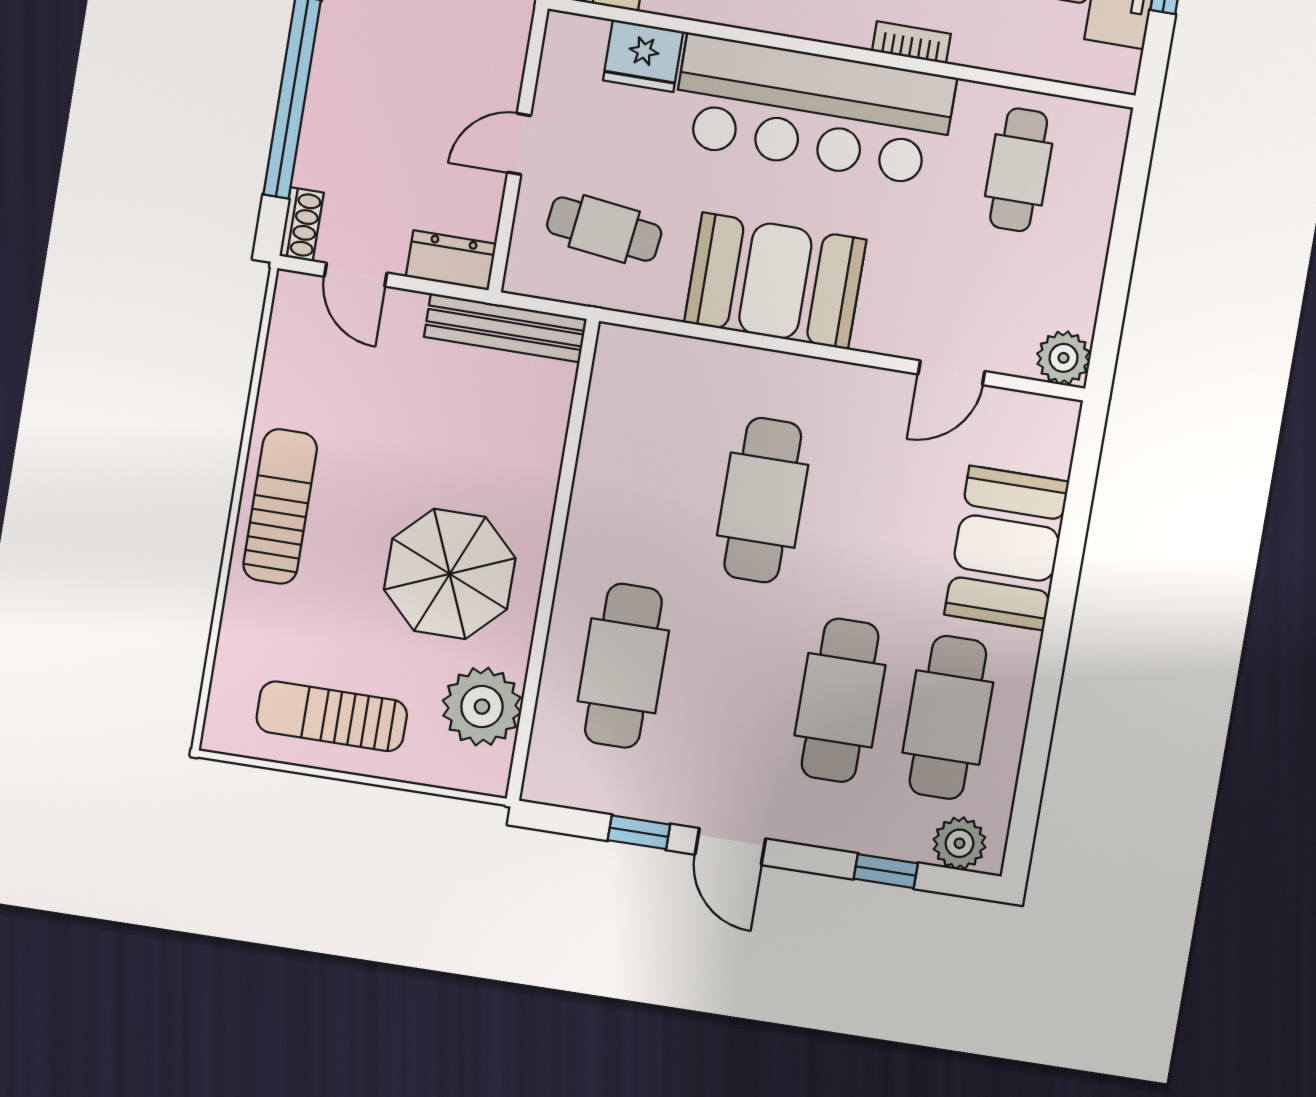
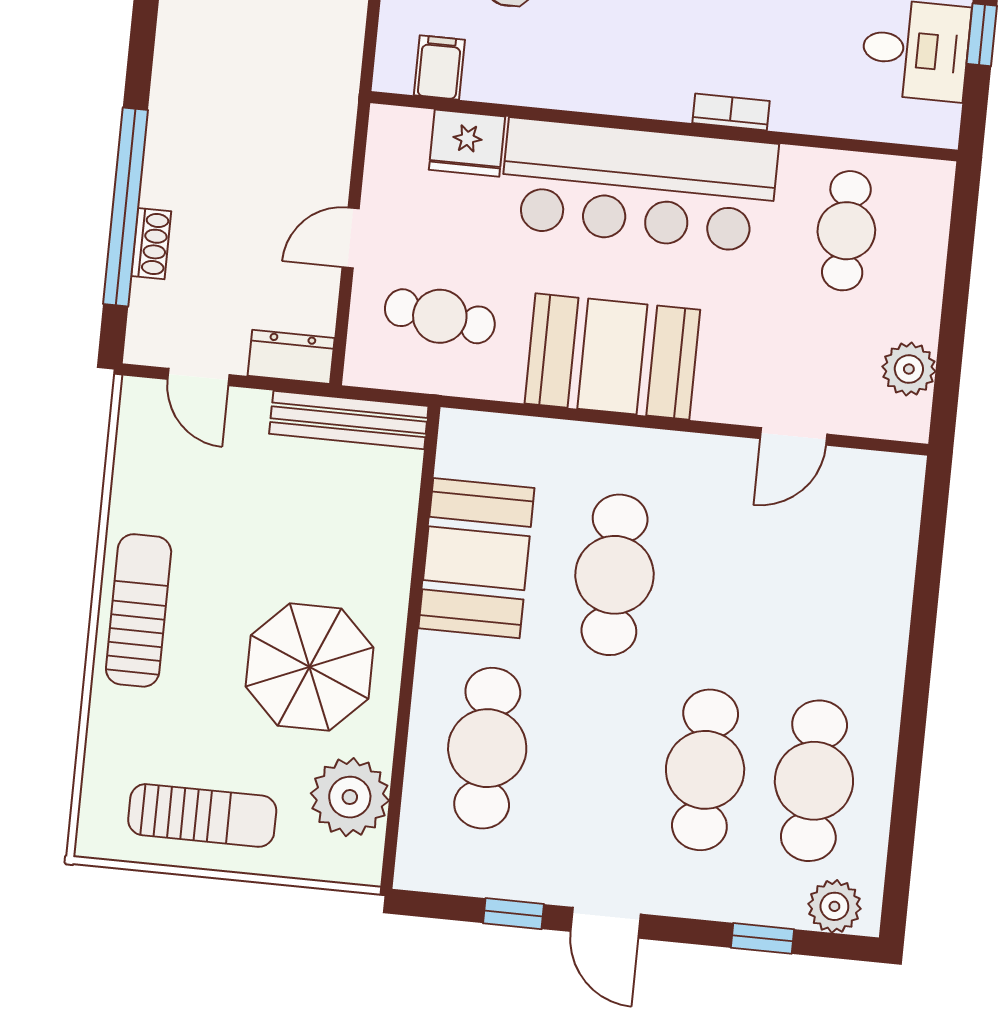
shoe rack: (302, 224) -> (151, 244), moved
plant: (1063, 358) -> (909, 369), moved
booth: (1007, 548) -> (476, 558), moved
sun lounger: (332, 716) -> (202, 815), turned 180

